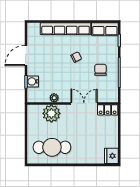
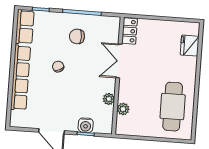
plant: (51, 113) -> (123, 109), width x0.53, depth x0.53
fridge: (111, 156) -> (190, 46), moved, turned 90

